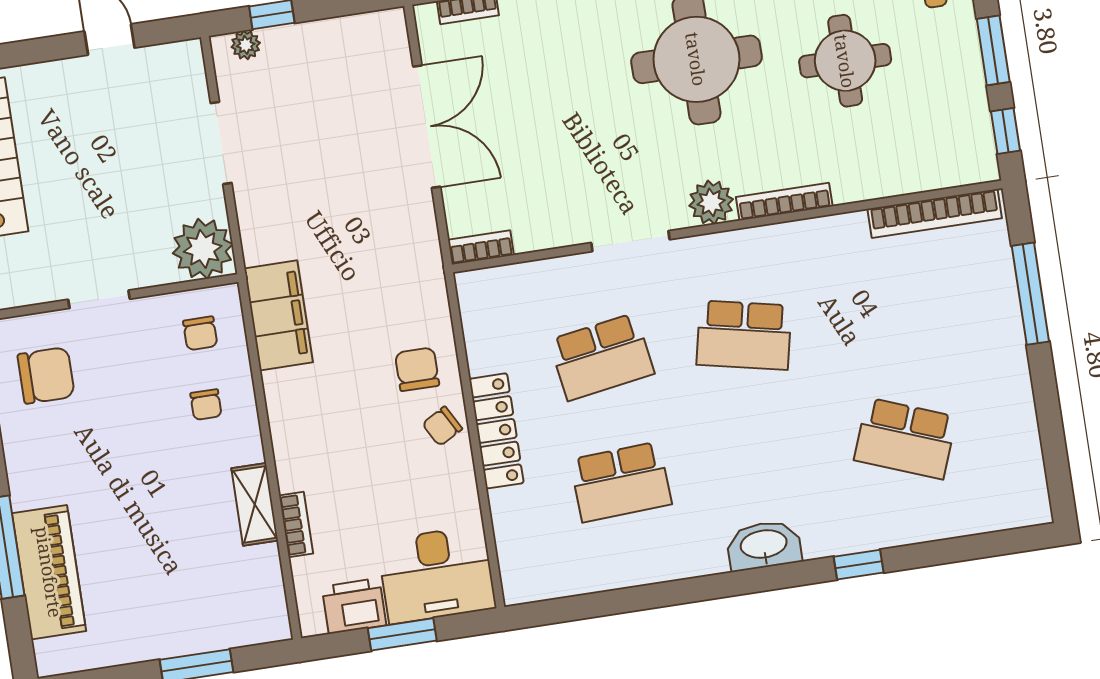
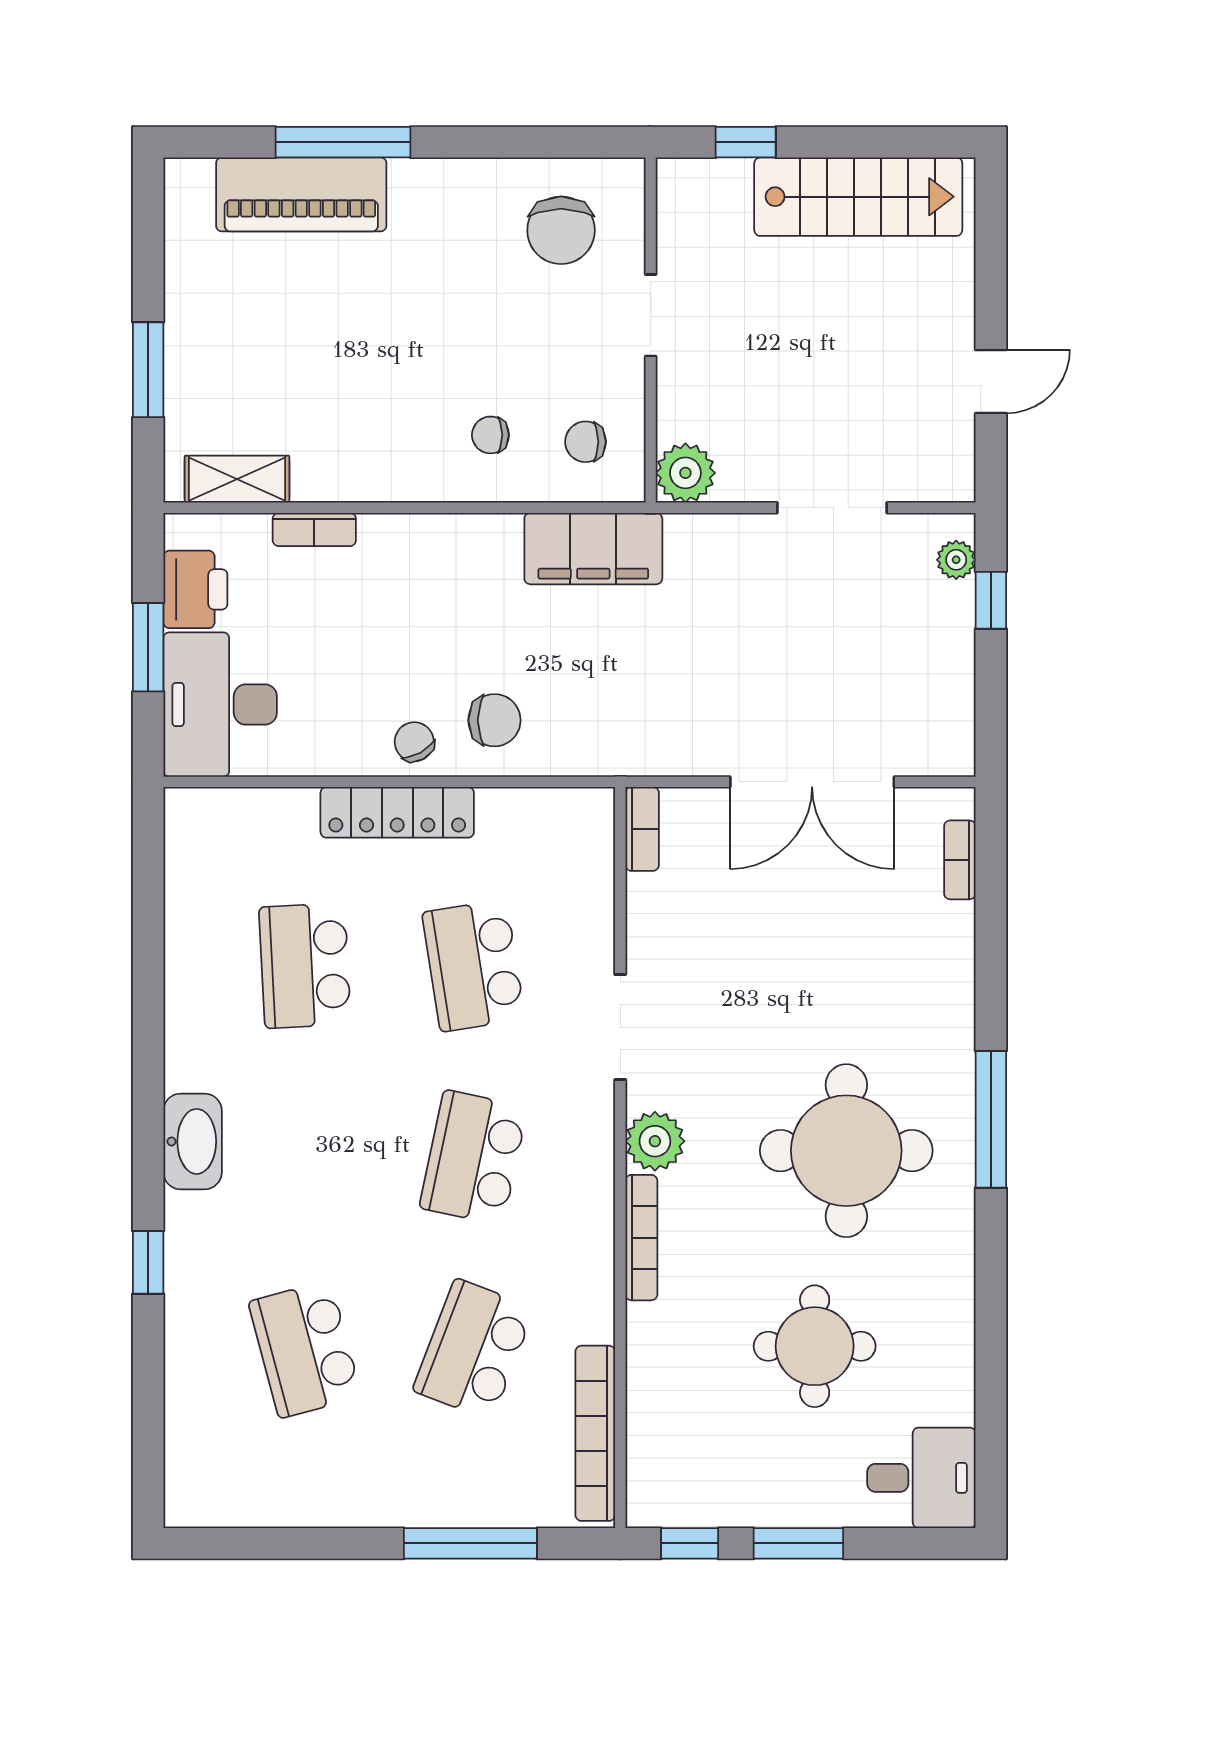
plant: (203, 249) -> (685, 473), width x0.73, depth x0.73
school desk: (886, 313) -> (473, 1349), added
school desk: (905, 438) -> (305, 1349), turned -36
shelving: (255, 504) -> (237, 479), moved

